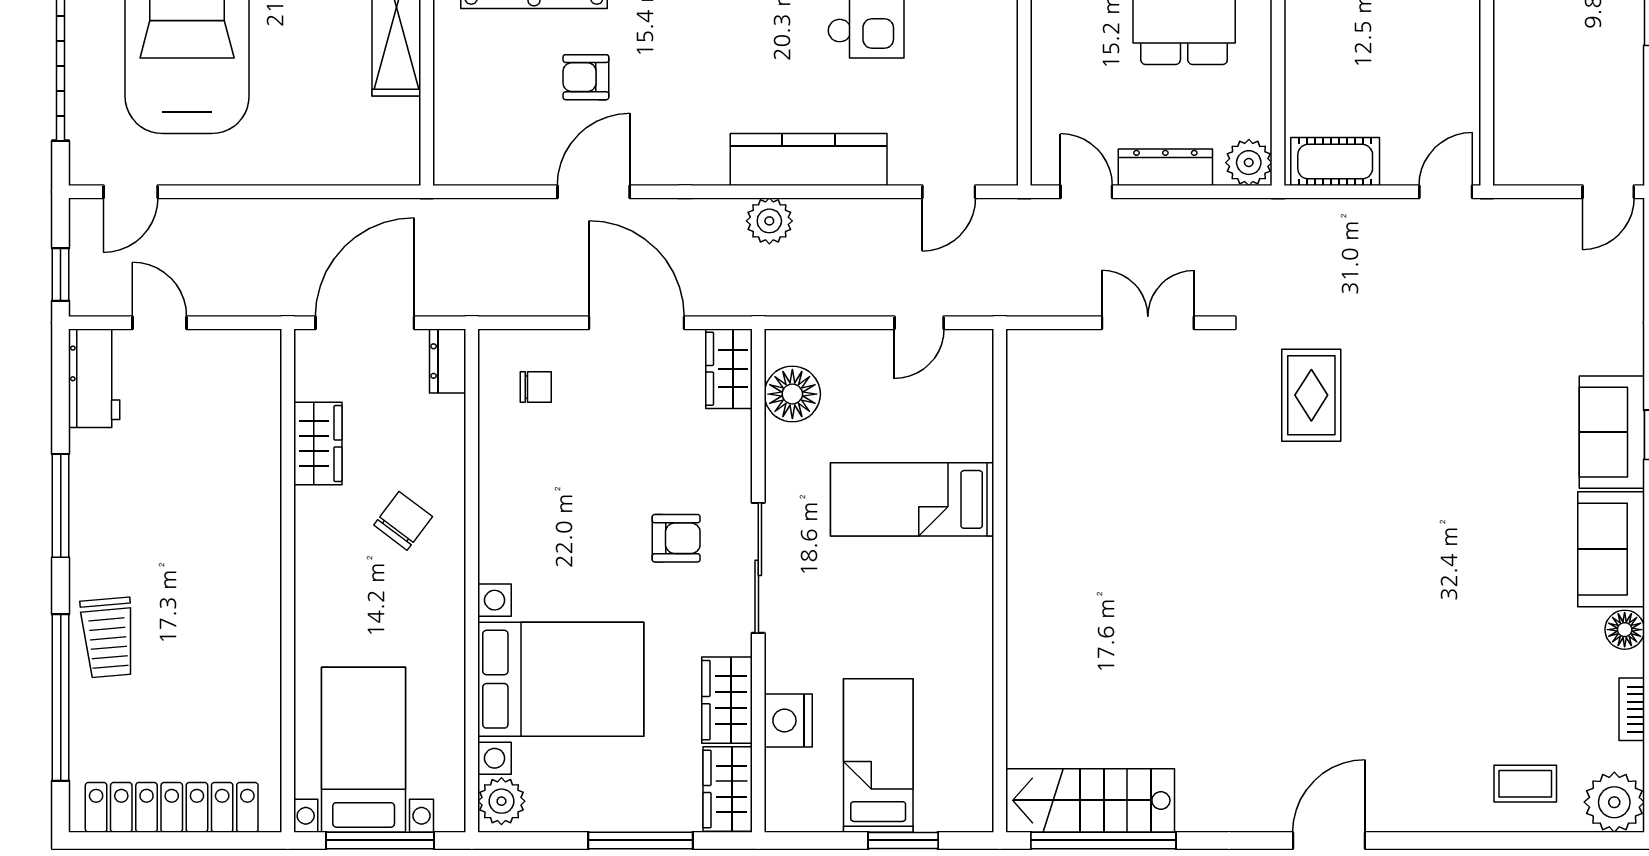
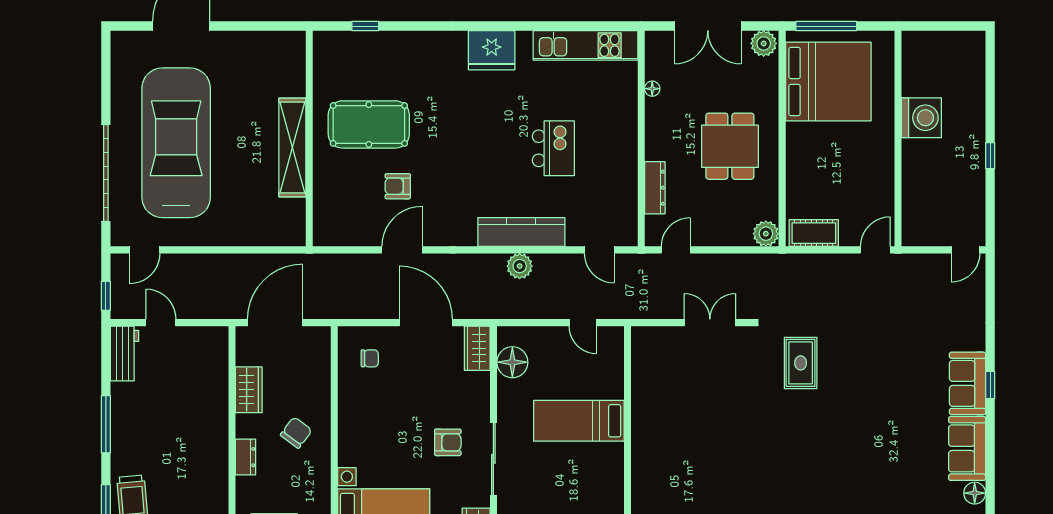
dresser: (1165, 167) -> (655, 188), moved, turned 90
door: (949, 192) -> (599, 250), hinge flipped
door: (1086, 192) -> (676, 250), hinge flipped
plant: (769, 221) -> (520, 266), moved
door: (919, 323) -> (583, 323), hinge flipped
dresser: (448, 361) -> (245, 457), moved, turned 180

